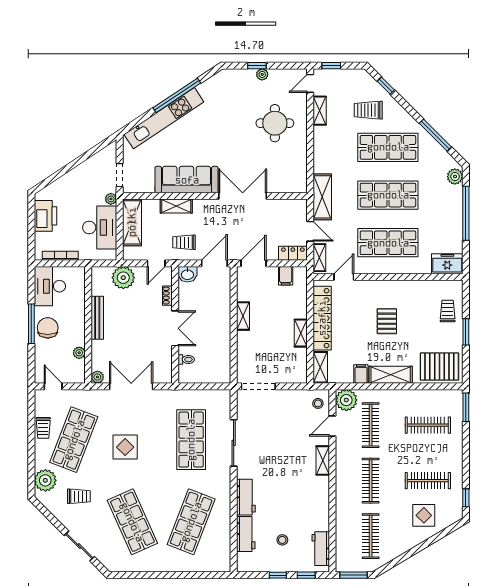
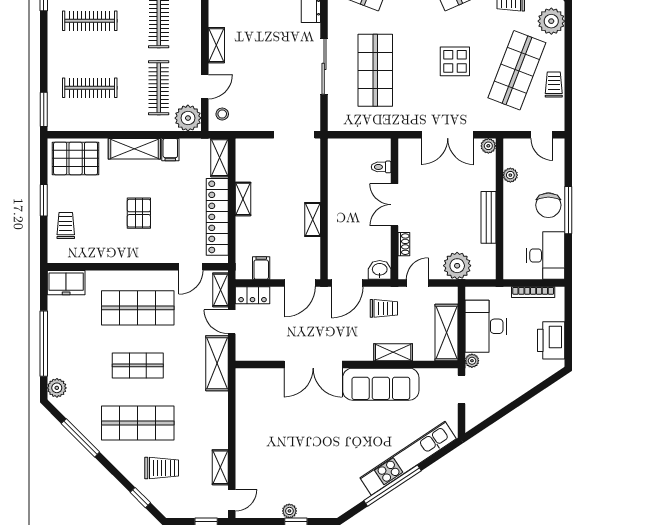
round table: (275, 123) -> (274, 452), removed
shop shelf: (388, 195) -> (138, 365), width x0.70, depth x0.74
trolley: (448, 311) -> (66, 225), turned 180

